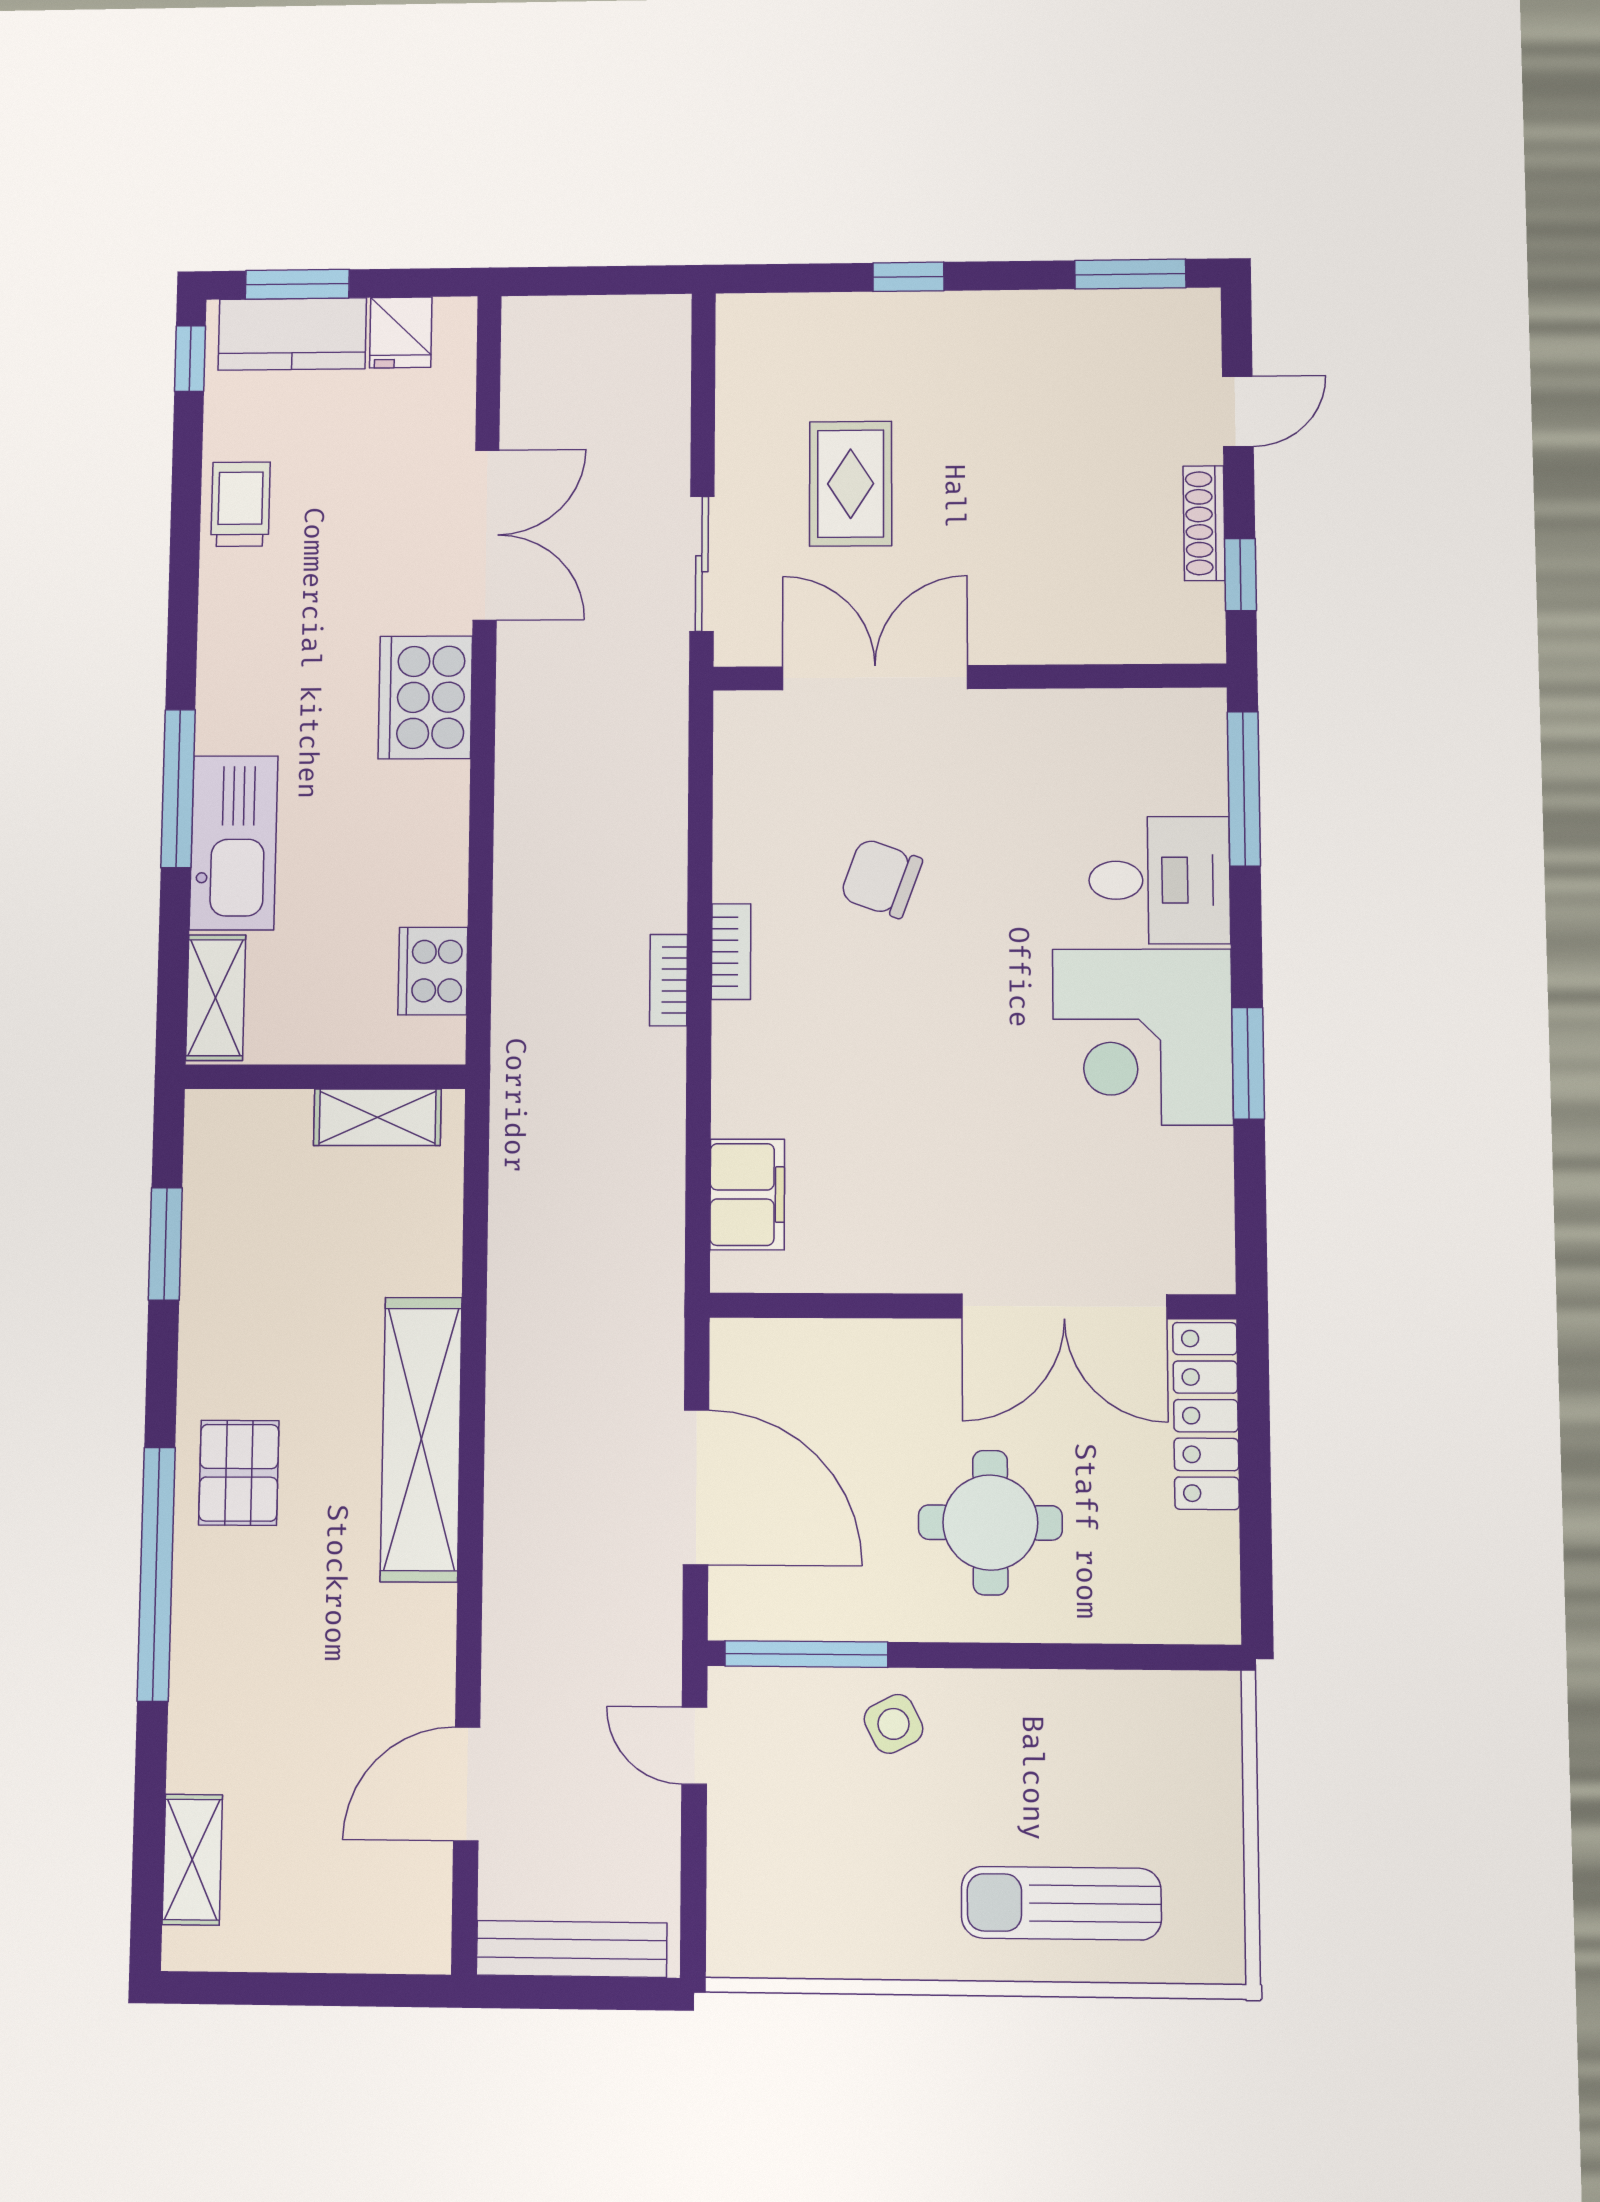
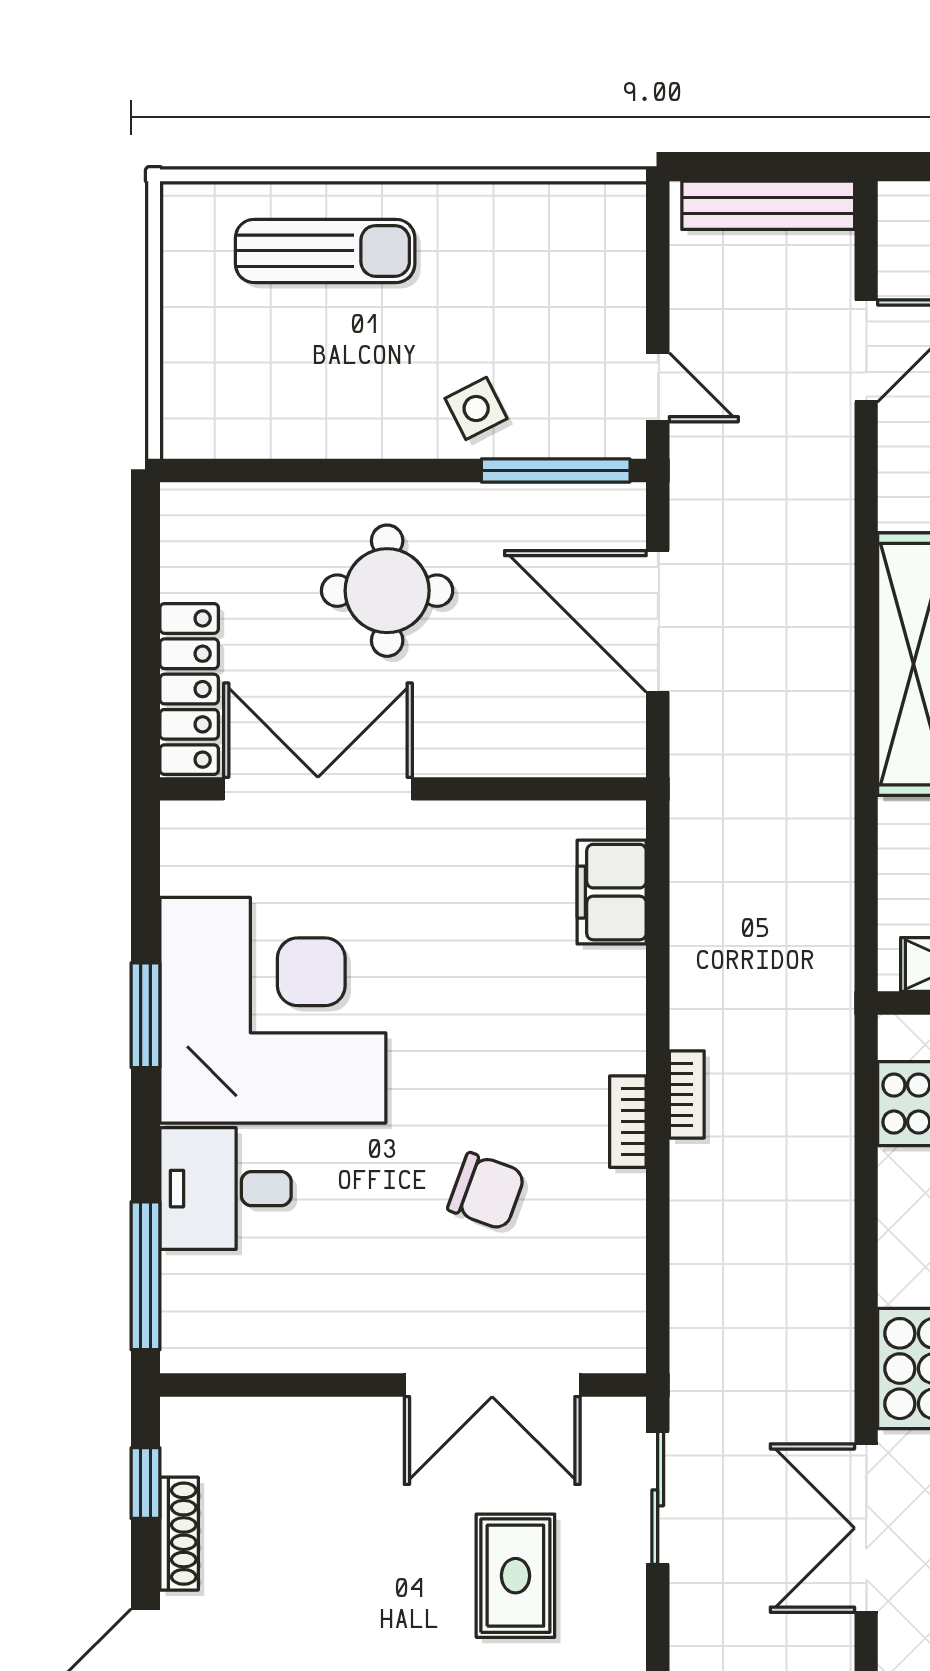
corner desk: (1143, 1037) -> (273, 1010), width x1.36, depth x1.36

